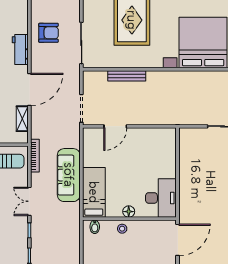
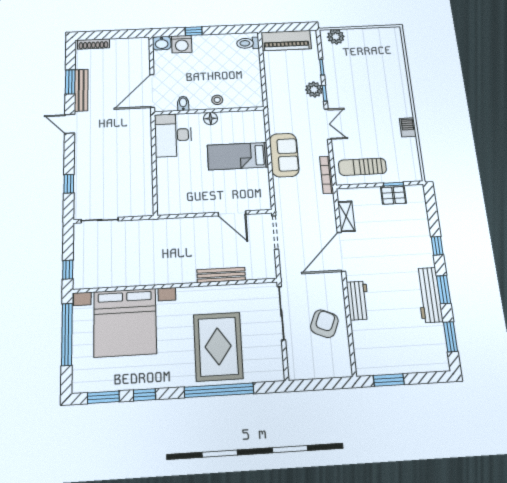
armchair: (48, 33) -> (324, 324), turned 113
door: (115, 126) -> (232, 213), swing flipped
sofa: (69, 175) -> (284, 155), width x0.73
bed: (94, 192) -> (238, 156), moved, turned 90
bidet: (95, 227) -> (183, 103), moved
plant: (38, 234) -> (314, 90), added

